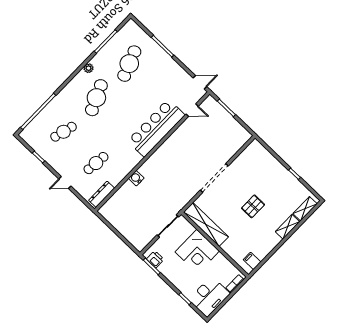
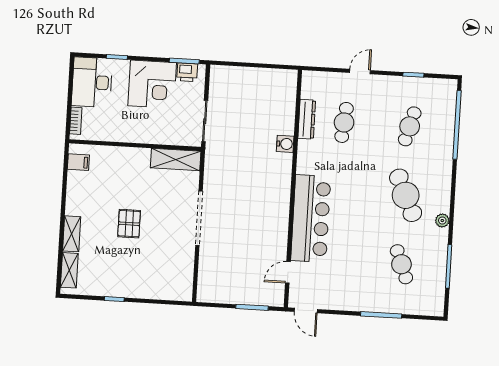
cafe table: (129, 64) -> (401, 264), width x0.73, depth x0.74
door: (200, 82) -> (306, 310), hinge flipped
dresser: (102, 194) -> (307, 119), moved
shelving: (206, 224) -> (176, 159), width x0.68
corner desk: (197, 251) -> (152, 84), moved, turned 180

